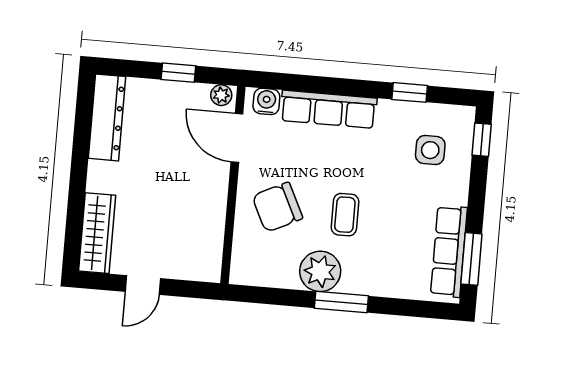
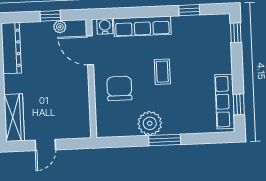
plant: (221, 95) -> (60, 27), moved
side table: (430, 150) -> (206, 43), removed
chair: (277, 207) -> (119, 88), turned 116
coffee table: (345, 215) -> (162, 72), moved
window: (471, 259) -> (239, 104), width x0.67

